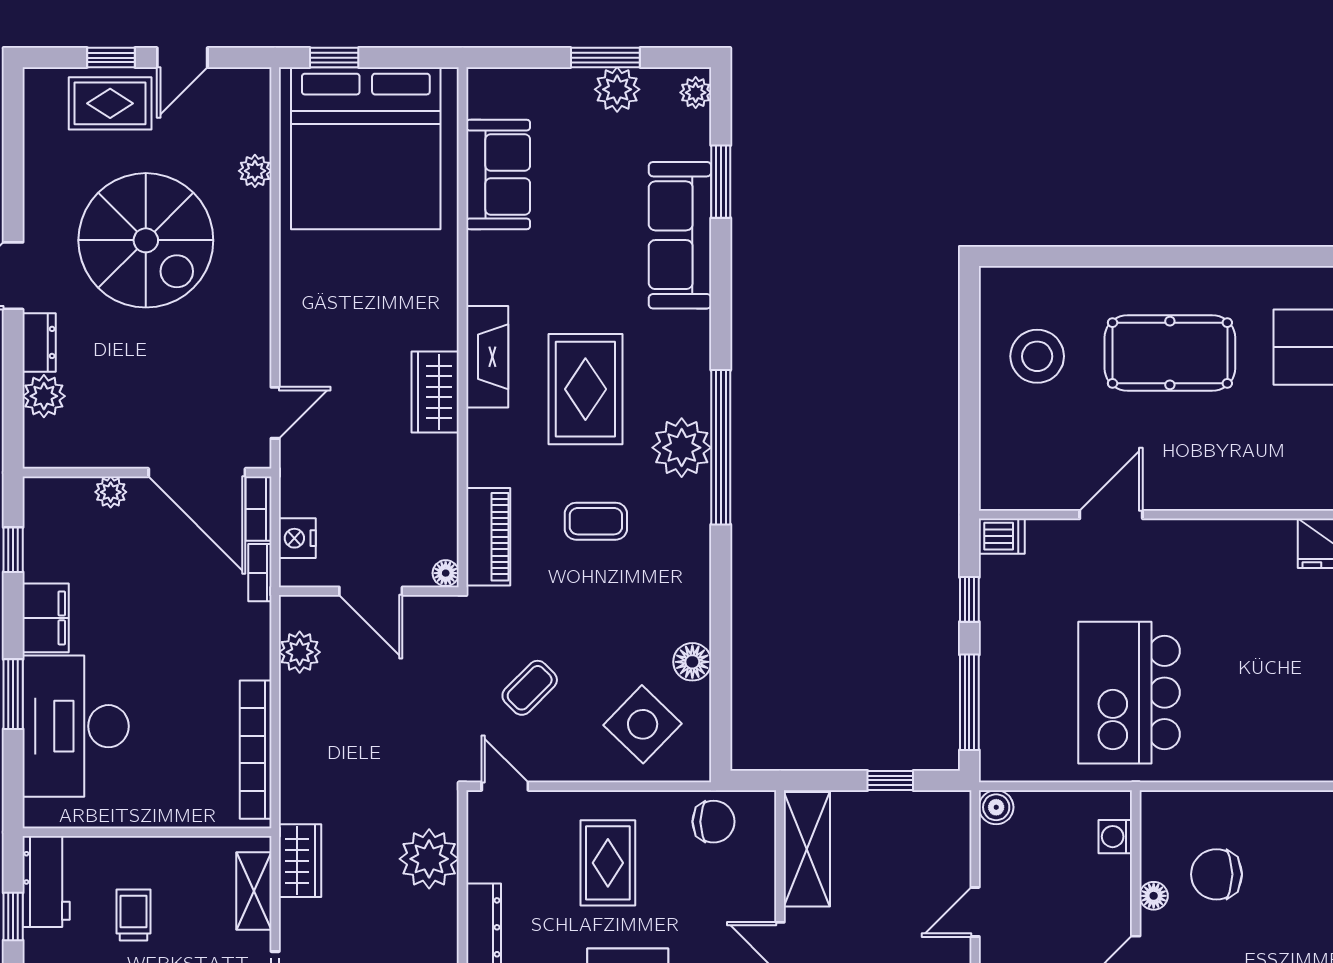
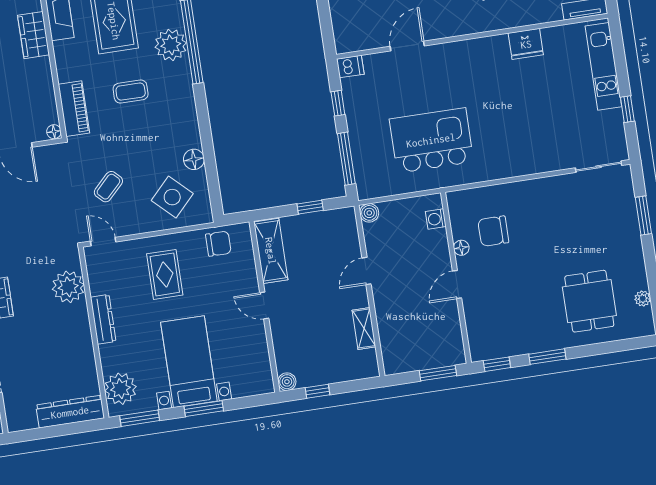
kitchen island: (1129, 693) -> (431, 140), turned 90

